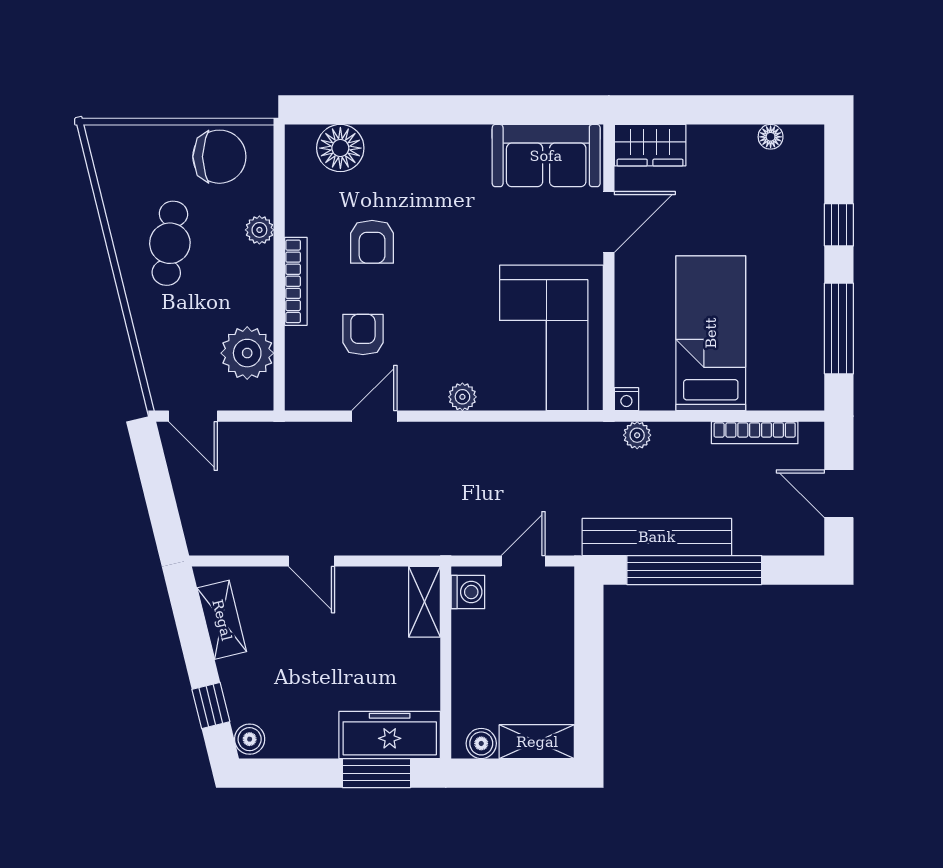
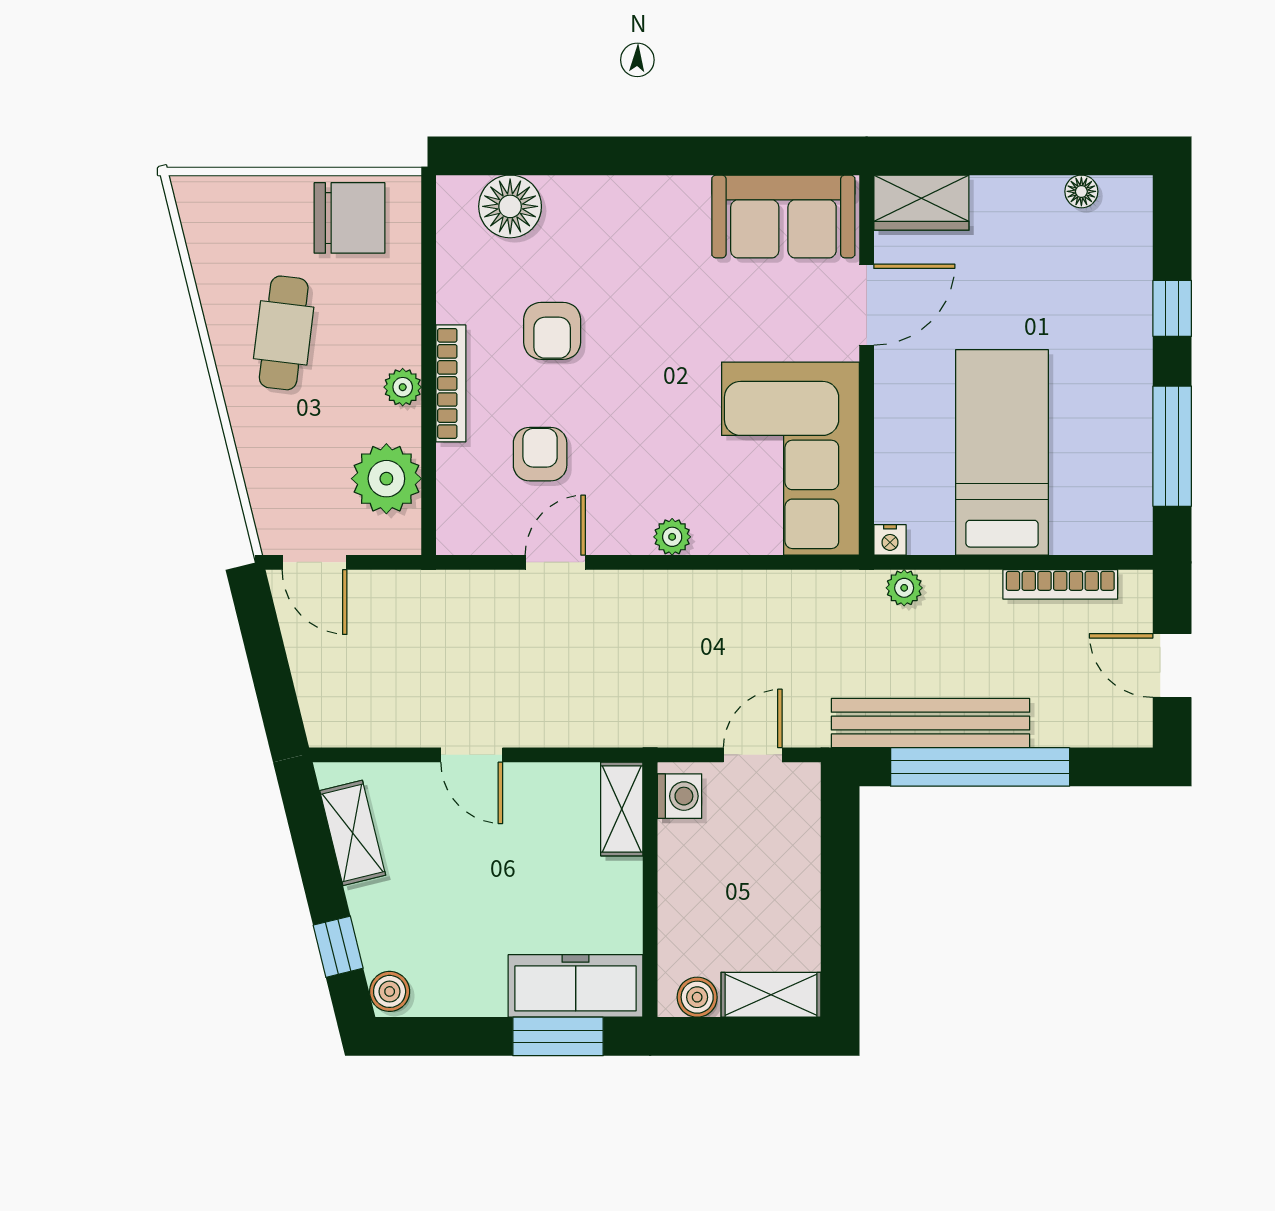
plant: (259, 230) -> (403, 387), moved

